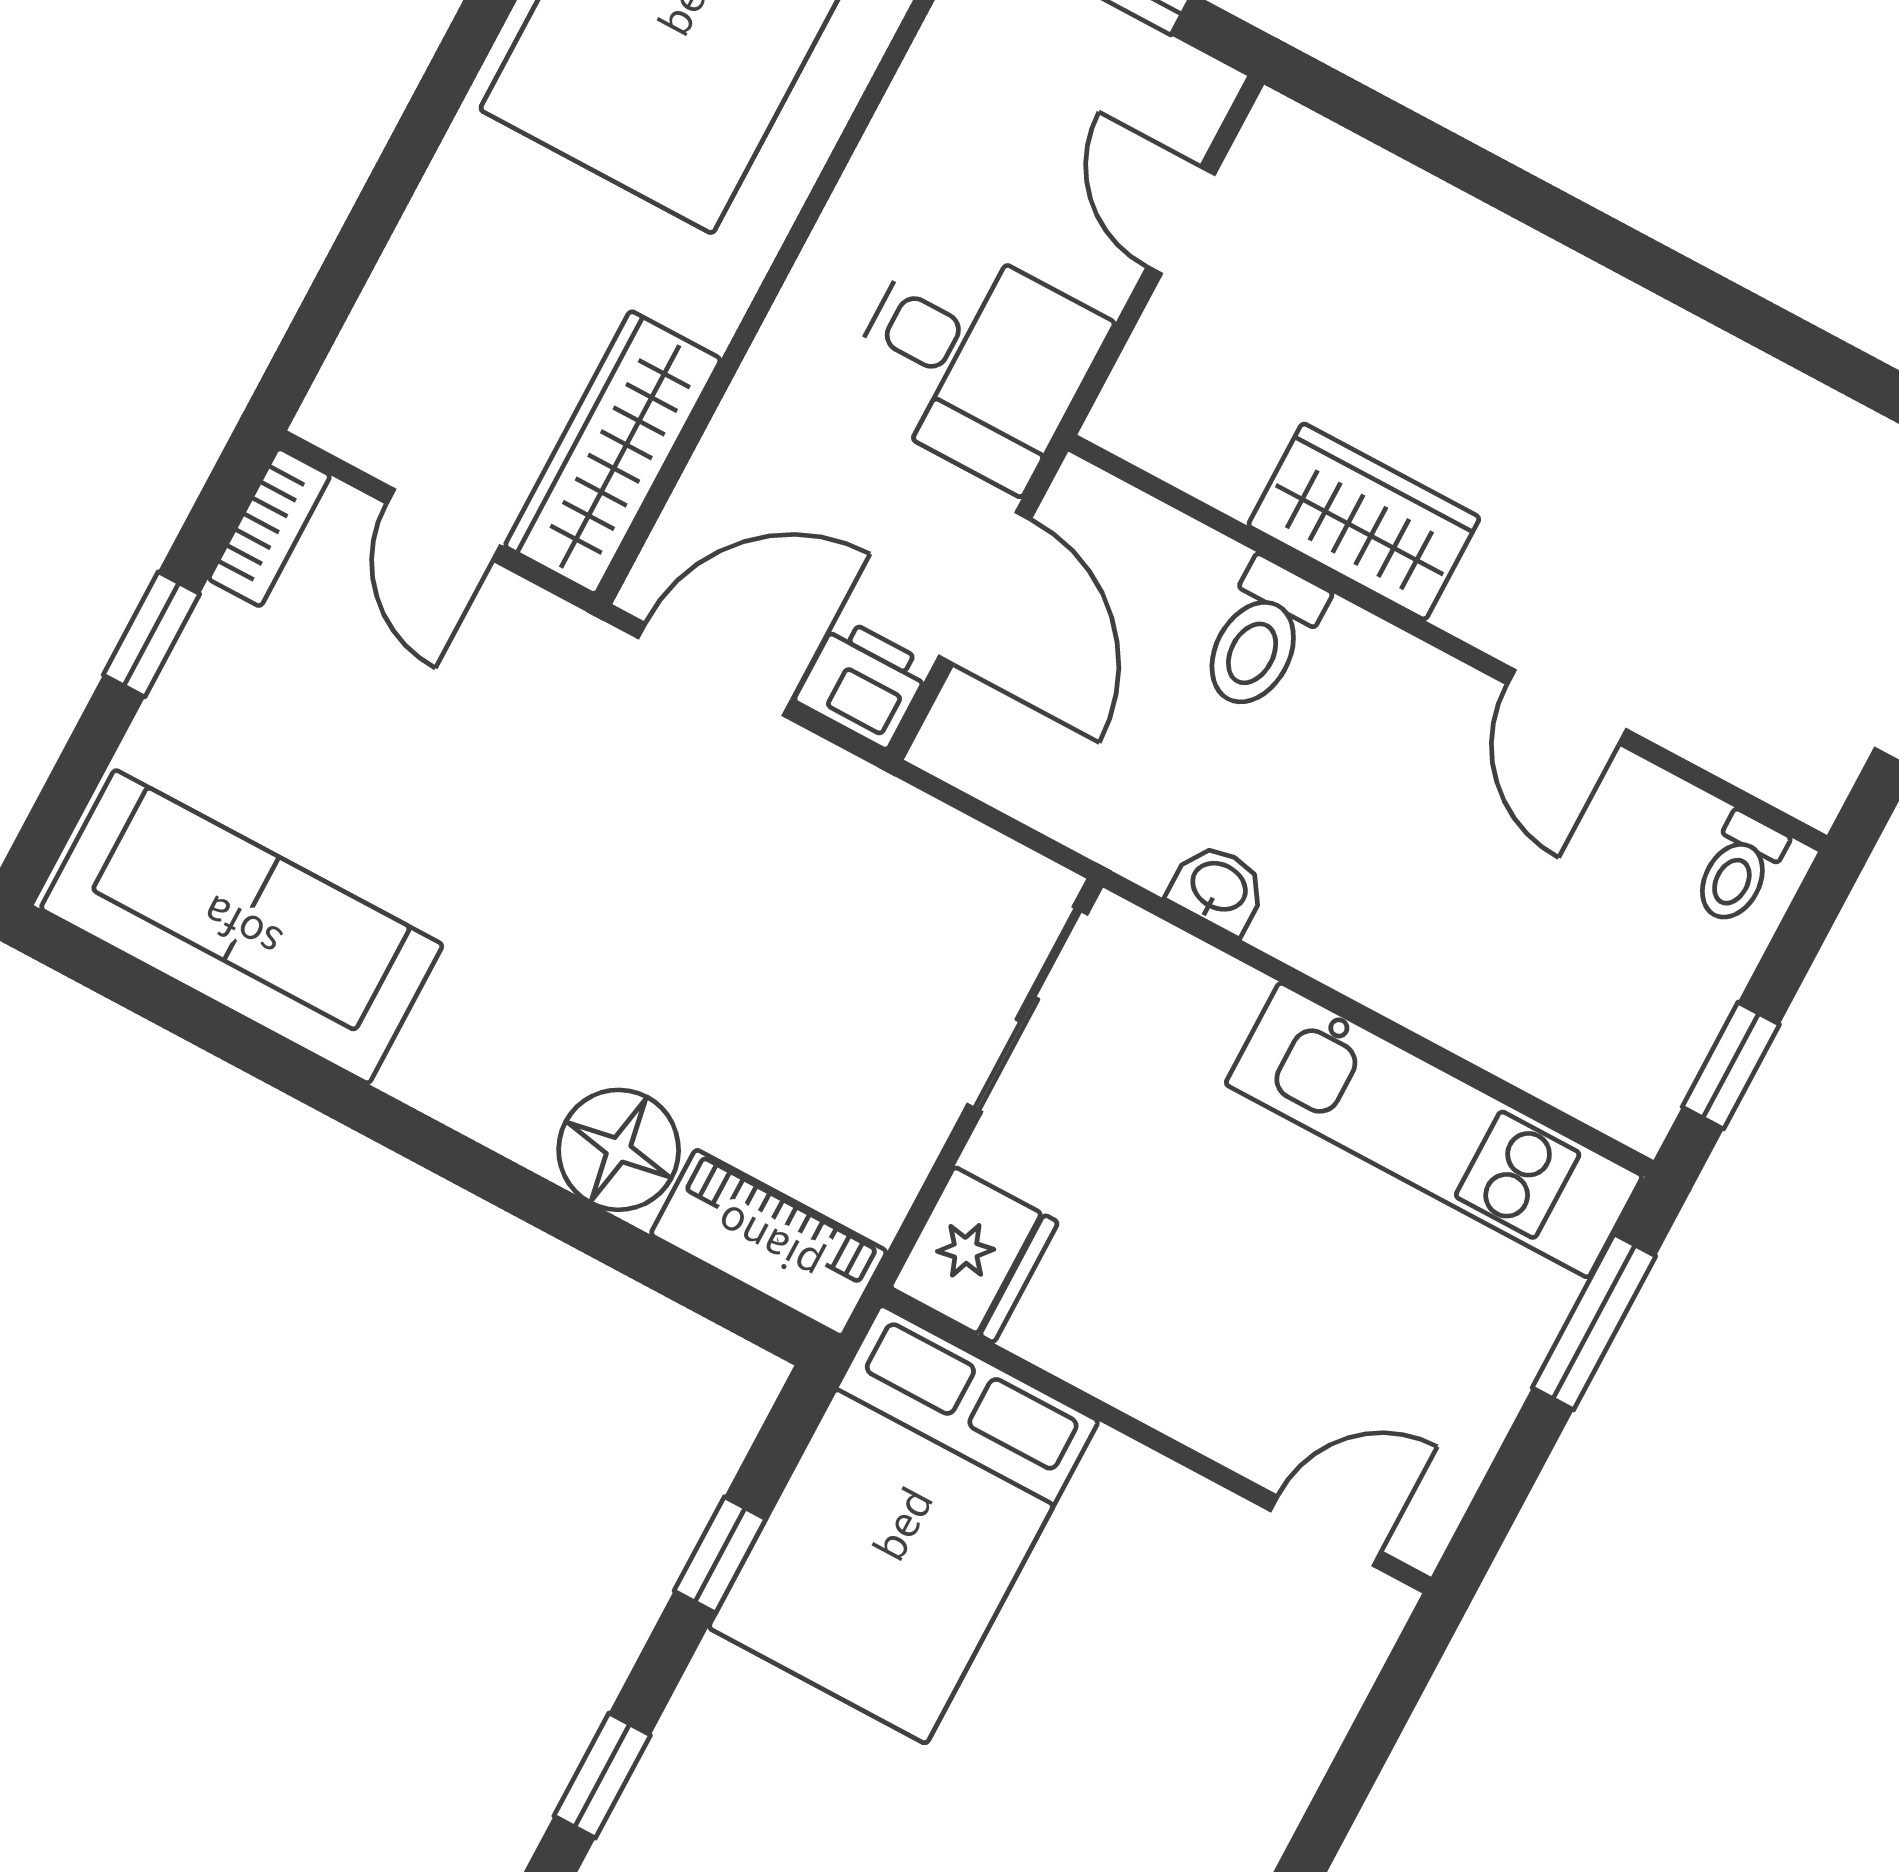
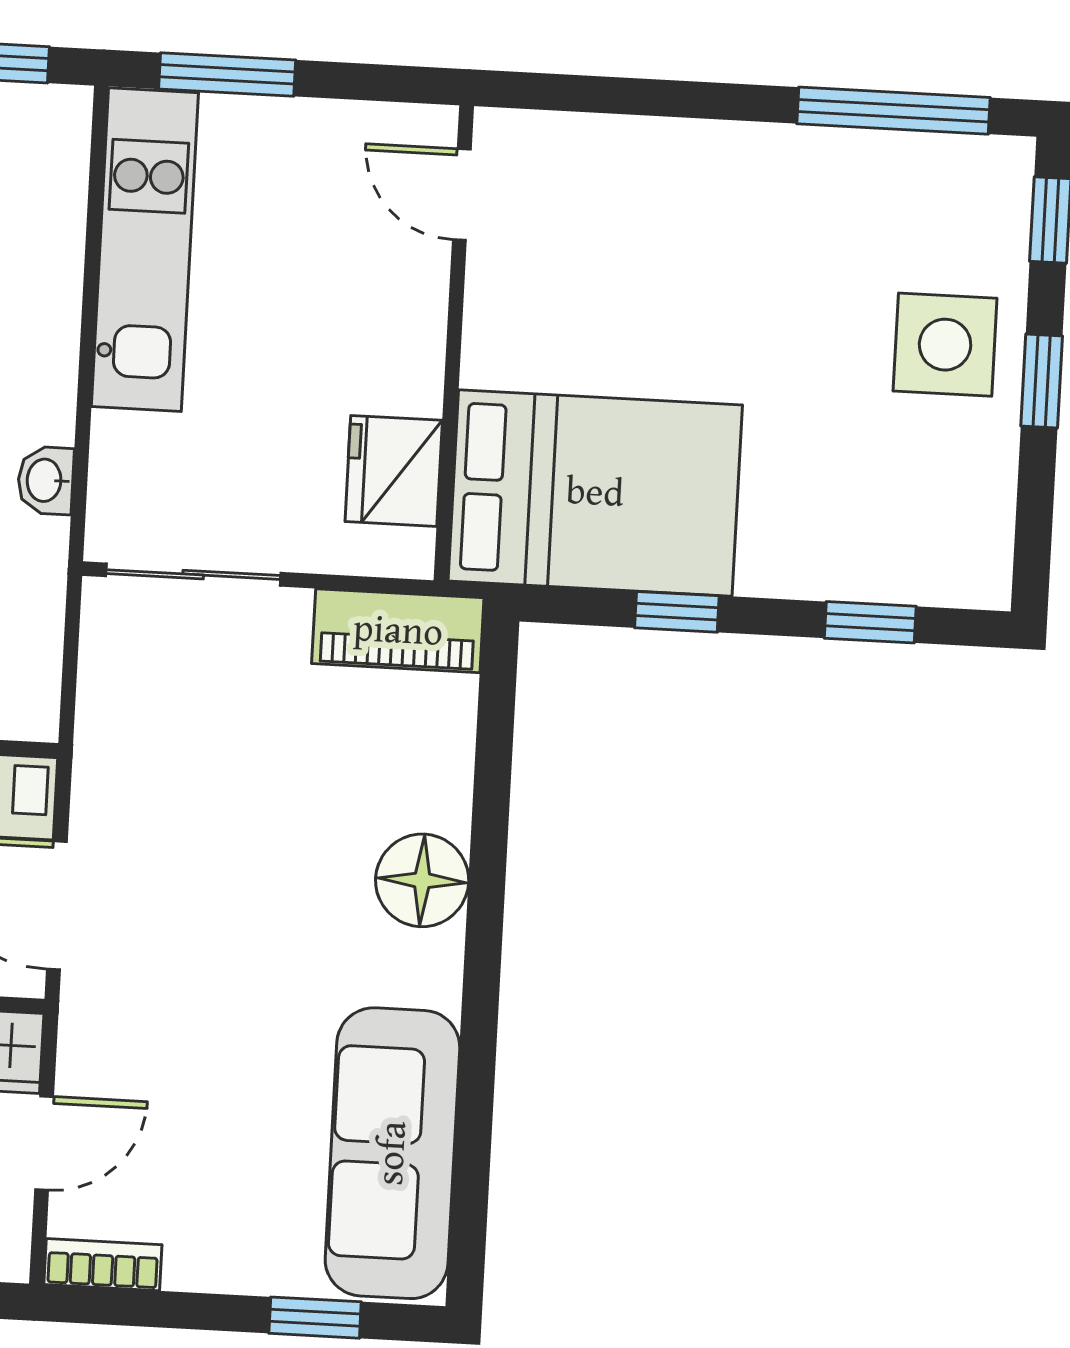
window: (151, 634) -> (315, 1318), moved
floor lamp: (619, 1150) -> (422, 880), moved
piano: (769, 1243) -> (398, 631), moved, turned -90
fridge: (974, 1255) -> (394, 471), moved, turned -90

